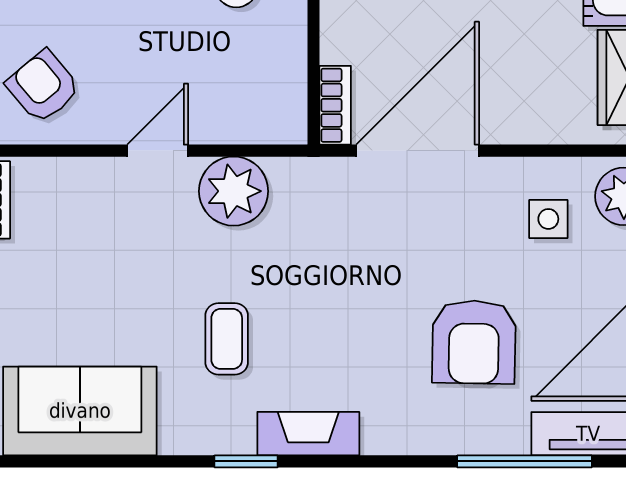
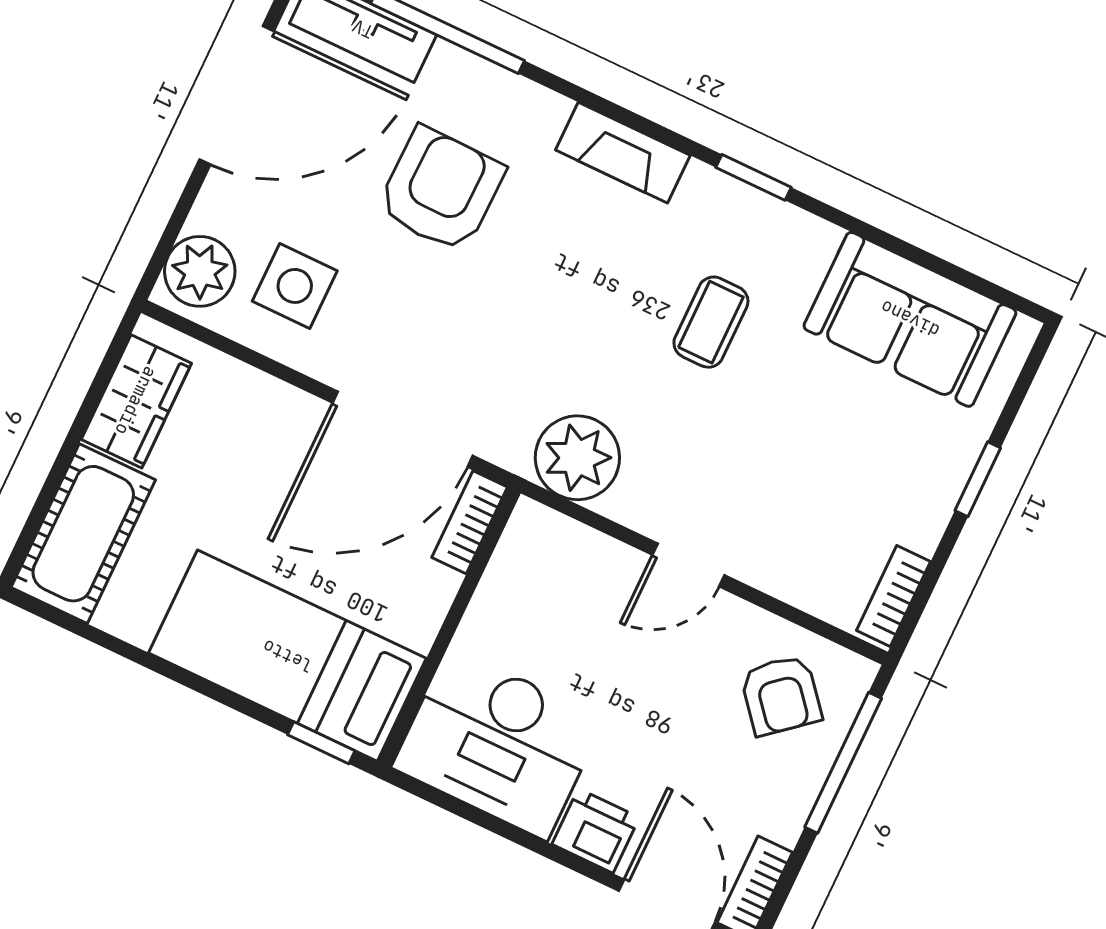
plant: (234, 191) -> (577, 458), moved
side table: (548, 219) -> (295, 286), width x1.37, depth x1.37
fireplace: (308, 434) -> (623, 153), moved

